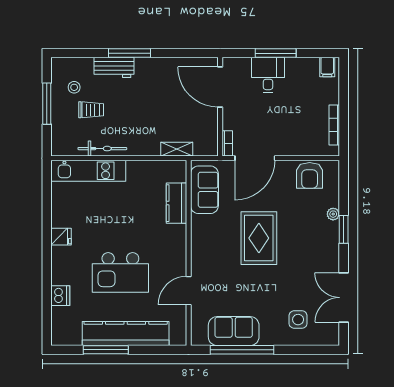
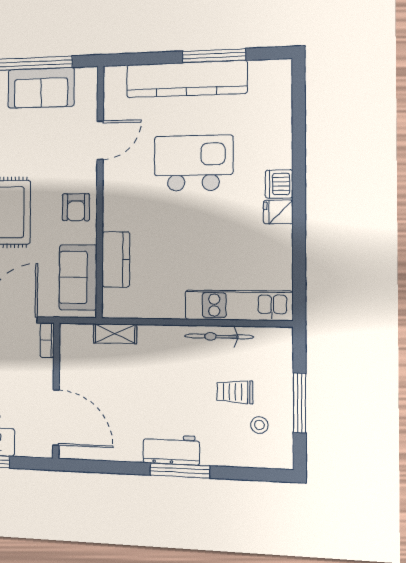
workbench: (114, 67) -> (171, 450), moved
armchair: (206, 241) -> (76, 207), added
dishwasher: (60, 296) -> (279, 184), moved

